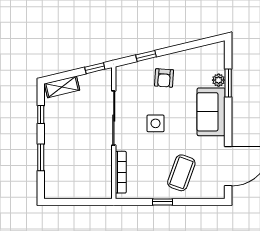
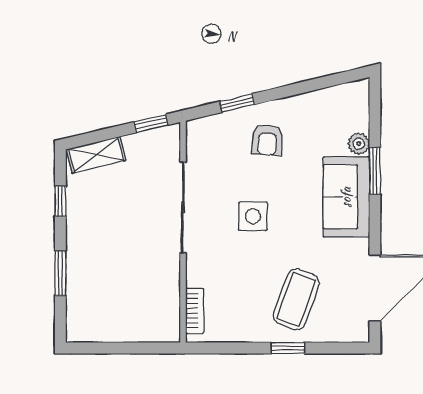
window: (228, 83) -> (375, 171), moved
bookcase: (121, 172) -> (195, 311), width x0.64
window: (162, 202) -> (288, 348), moved

